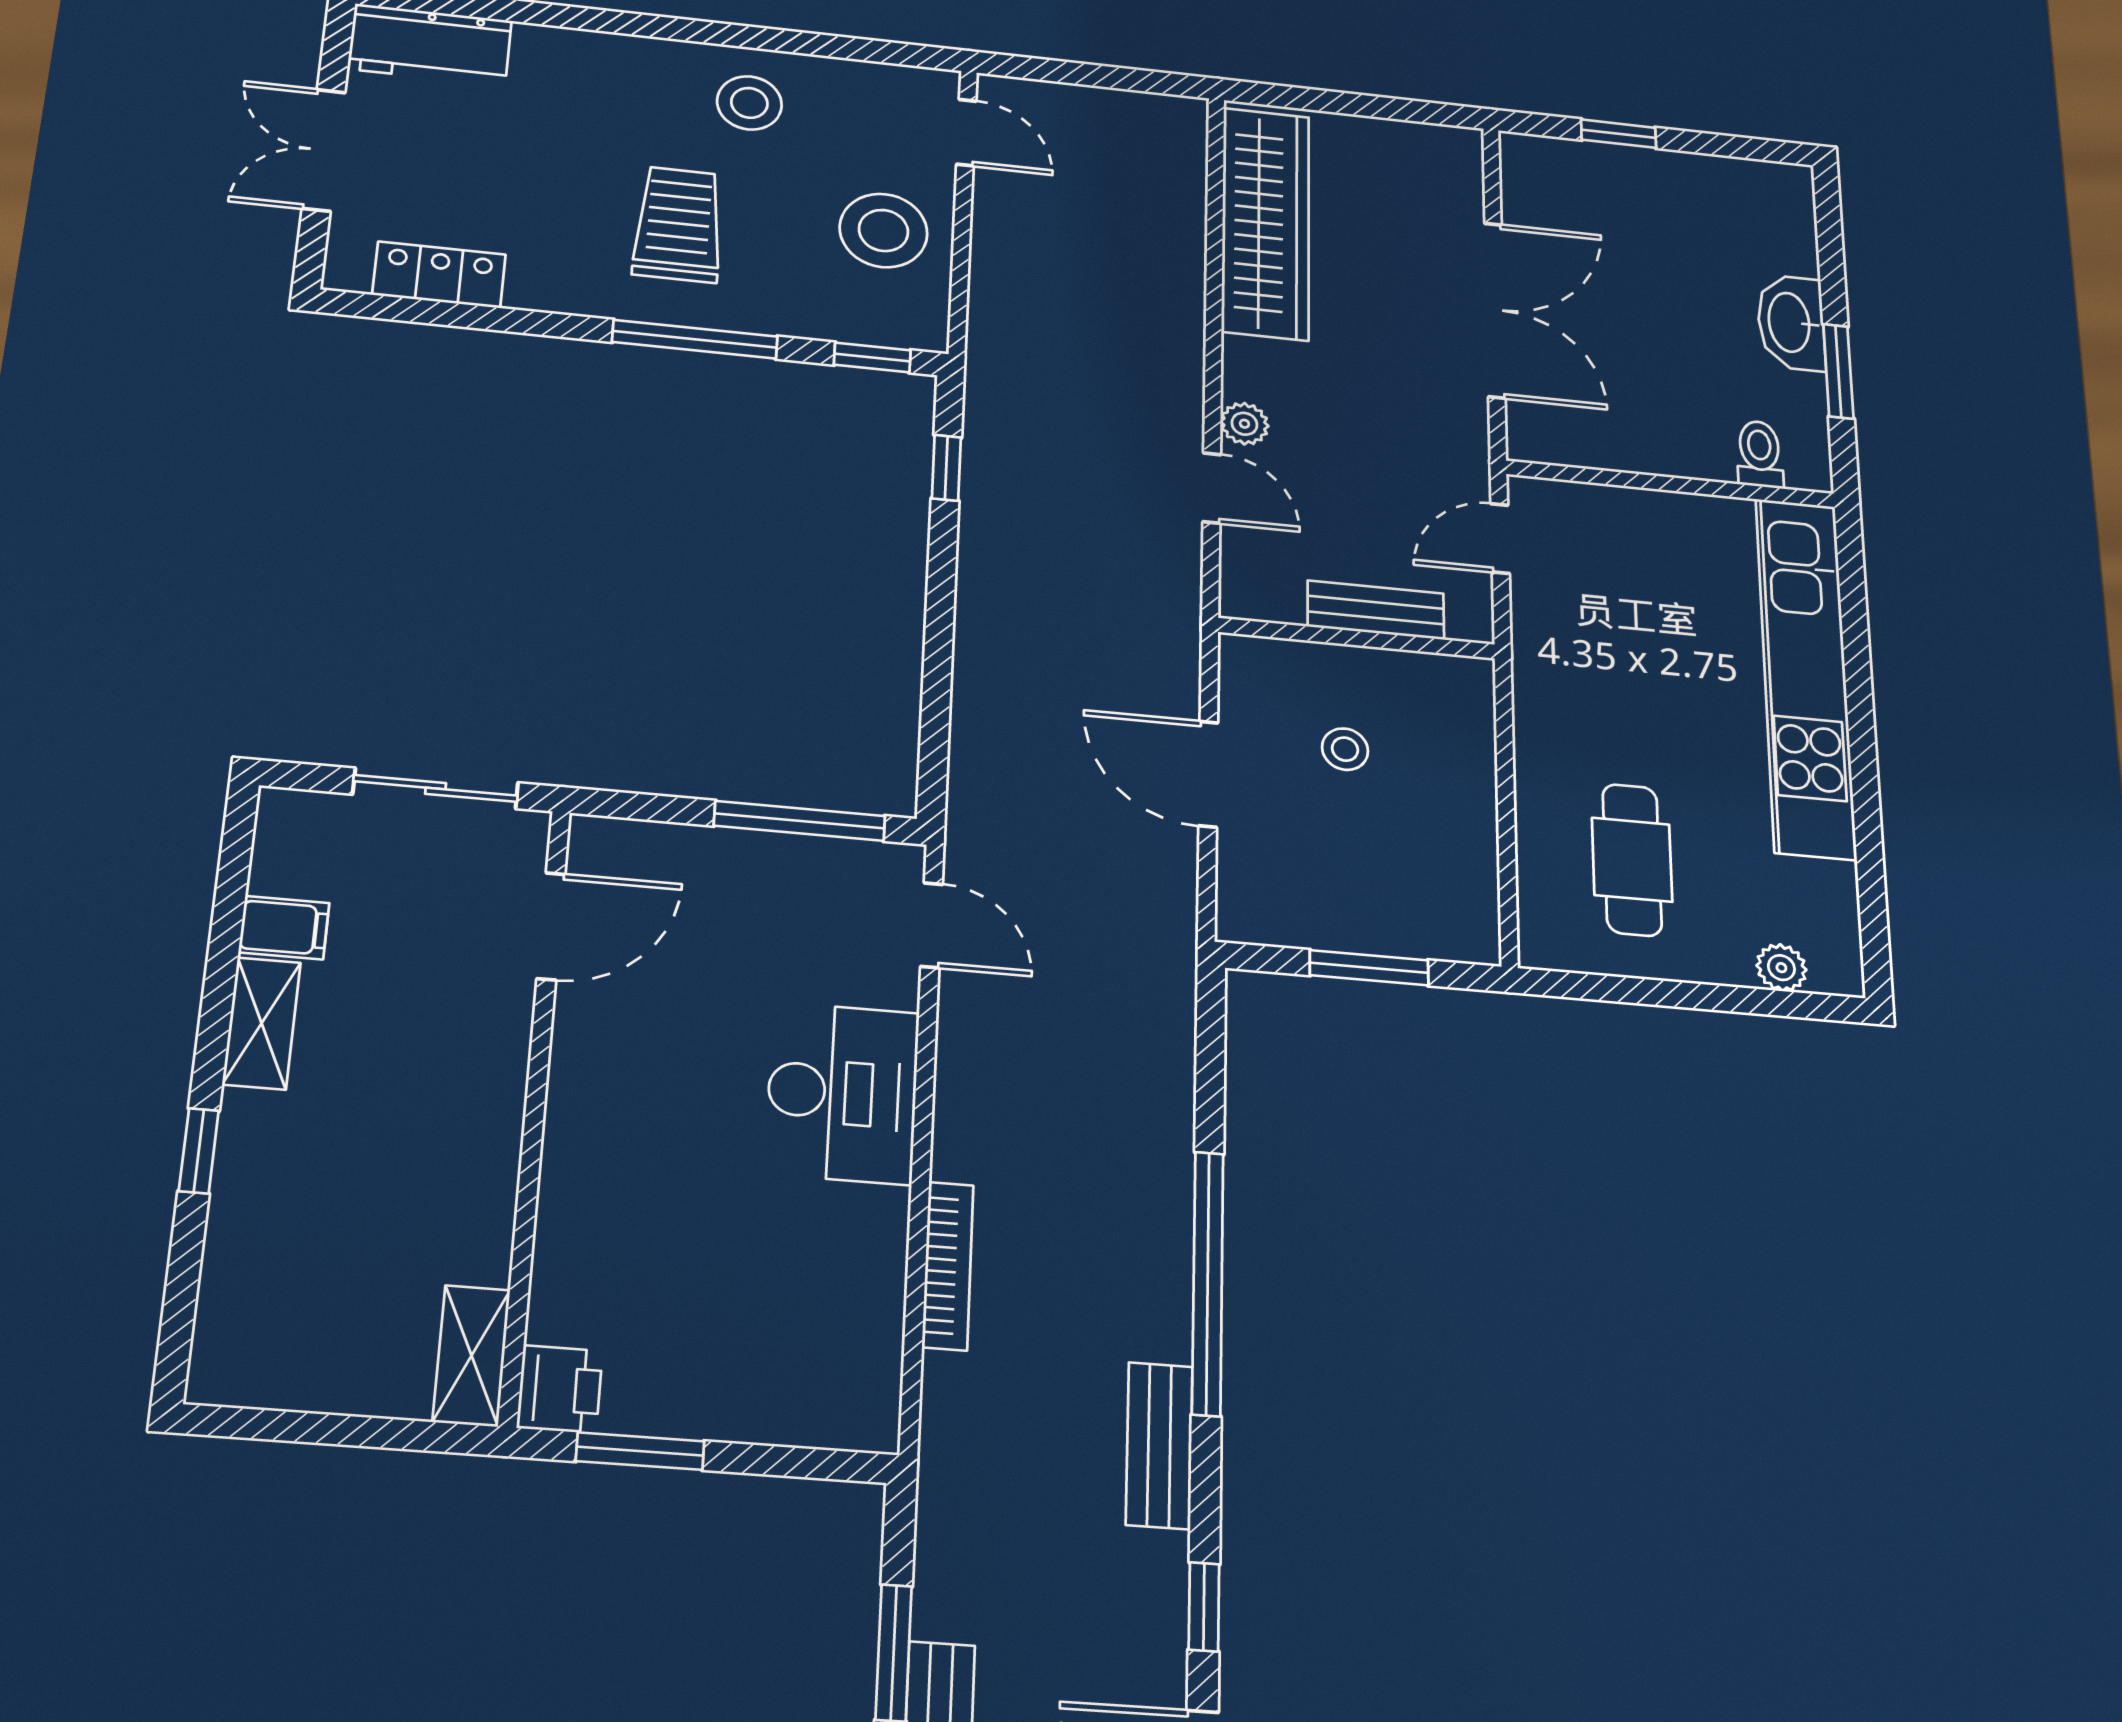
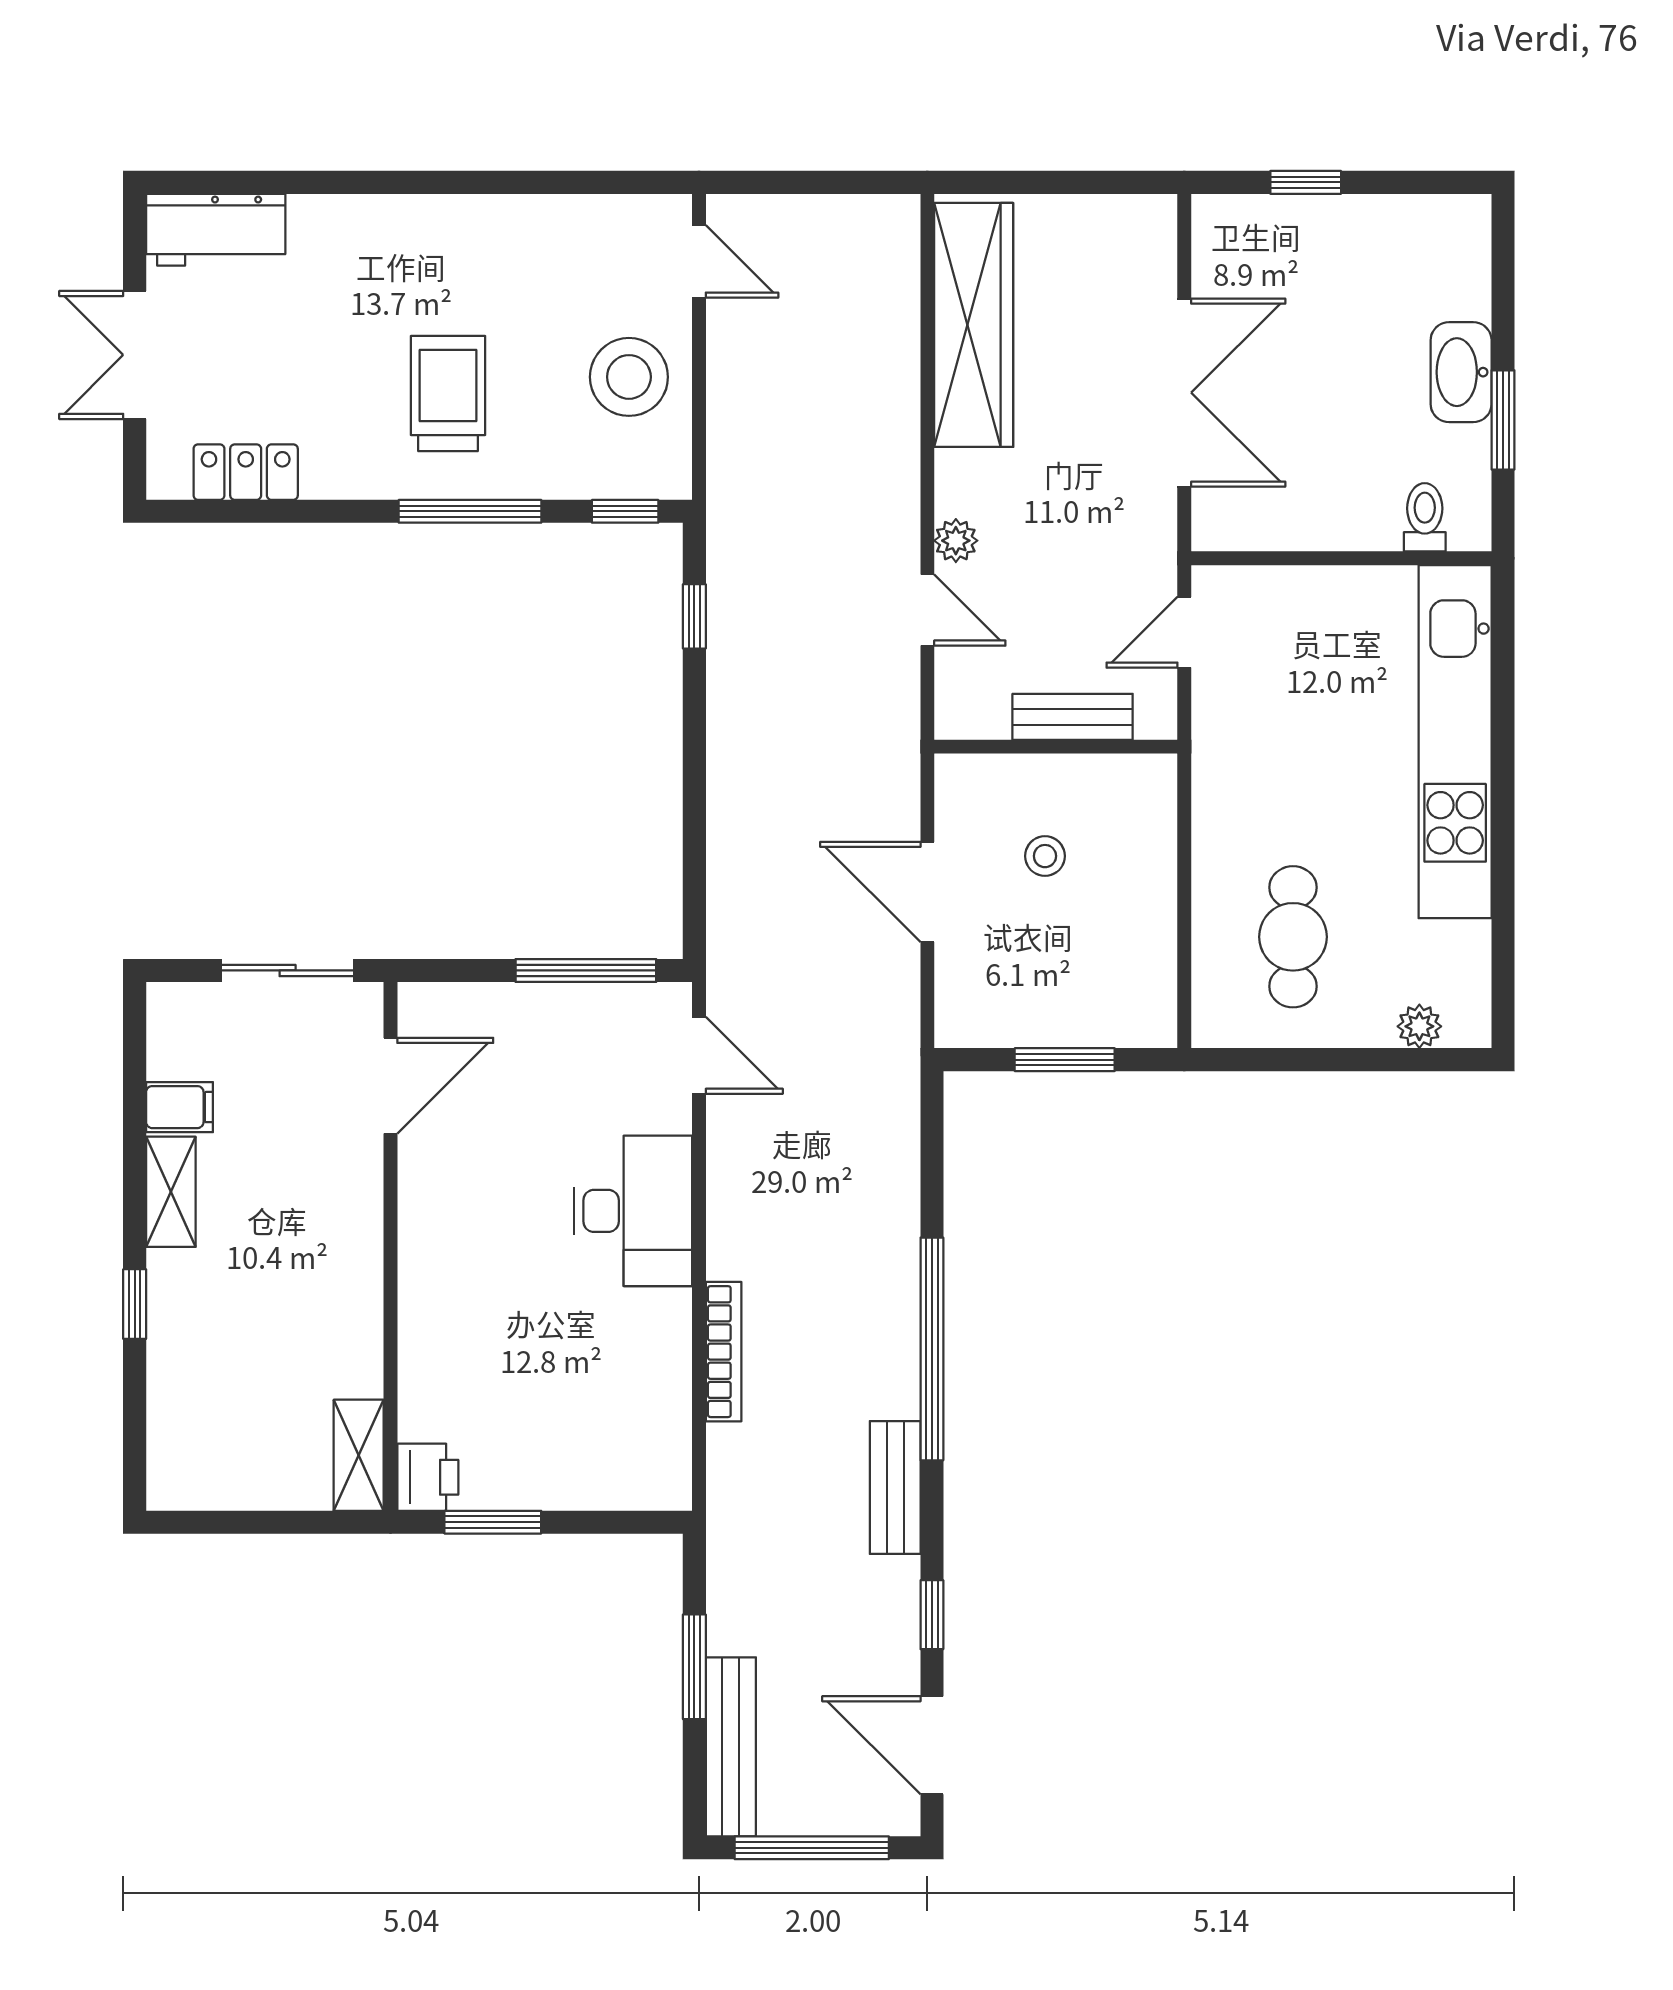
stool: (749, 103) -> (503, 255), removed

